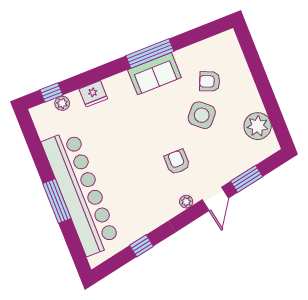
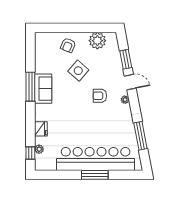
armchair: (210, 81) -> (68, 45), moved
window: (142, 246) -> (140, 136), width x2.17

